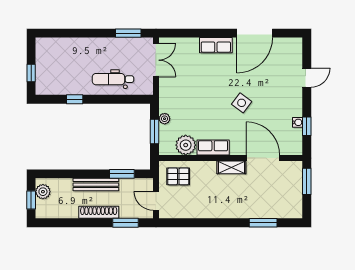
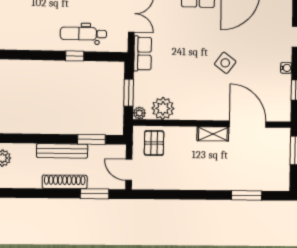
window: (75, 99) -> (75, 56), moved
plant: (165, 119) -> (139, 113), moved
water cooler: (297, 122) -> (286, 68), moved
row of seats: (213, 148) -> (143, 54), moved, turned 90
pallet: (178, 176) -> (154, 143), turned 90

